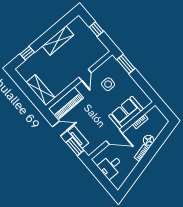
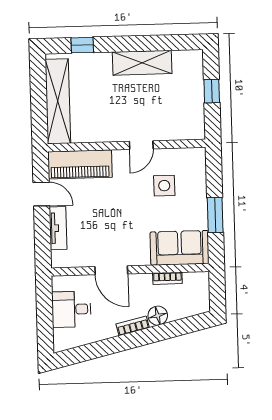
window: (126, 64) -> (215, 215), moved
shelving: (40, 90) -> (58, 101), width x1.47
sofa: (126, 113) -> (180, 248), moved
window: (75, 146) -> (43, 238), removed

